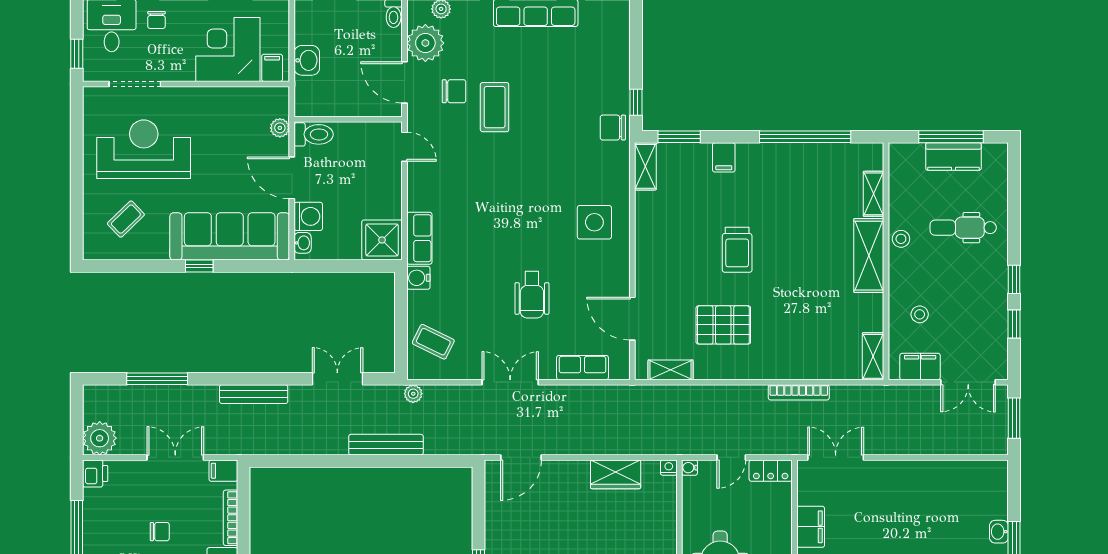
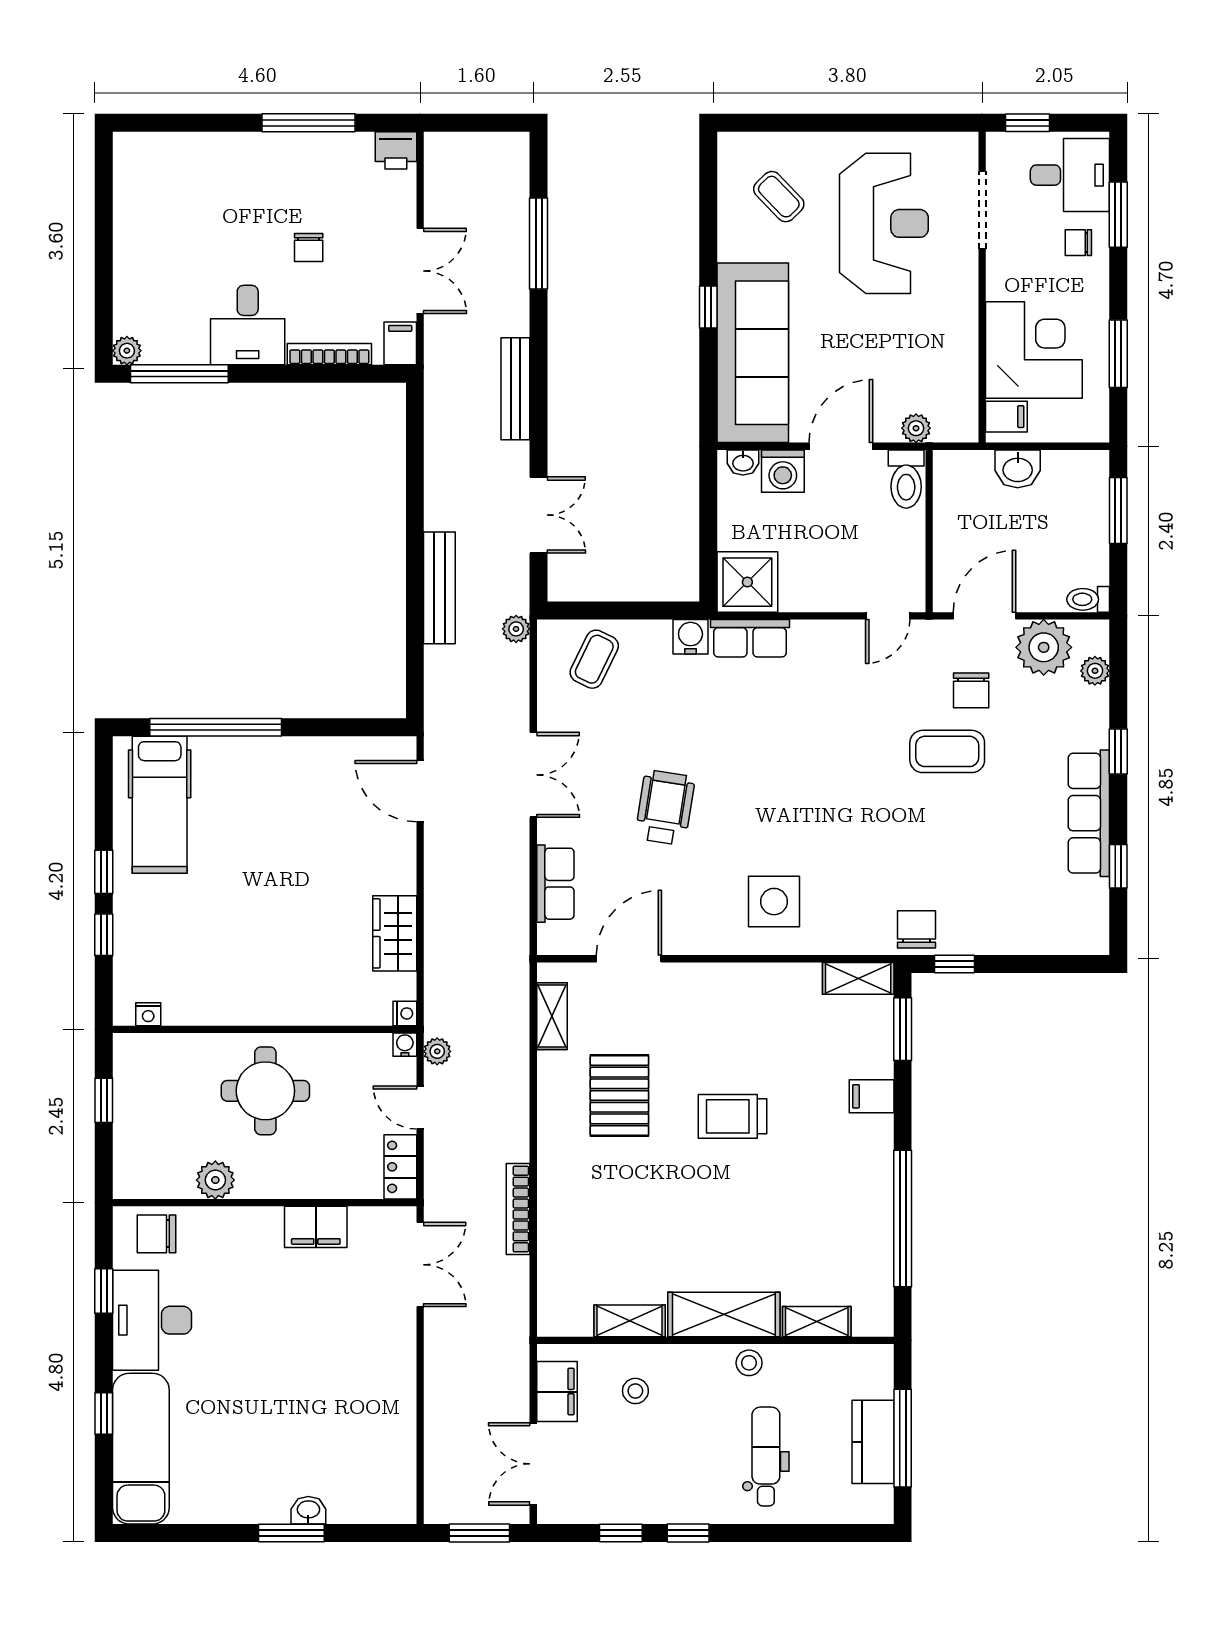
wheelchair: (532, 295) -> (665, 808), turned 99
shelving: (873, 356) -> (630, 1321), moved
plant: (100, 438) -> (437, 1051), moved, width x0.53, depth x0.53

